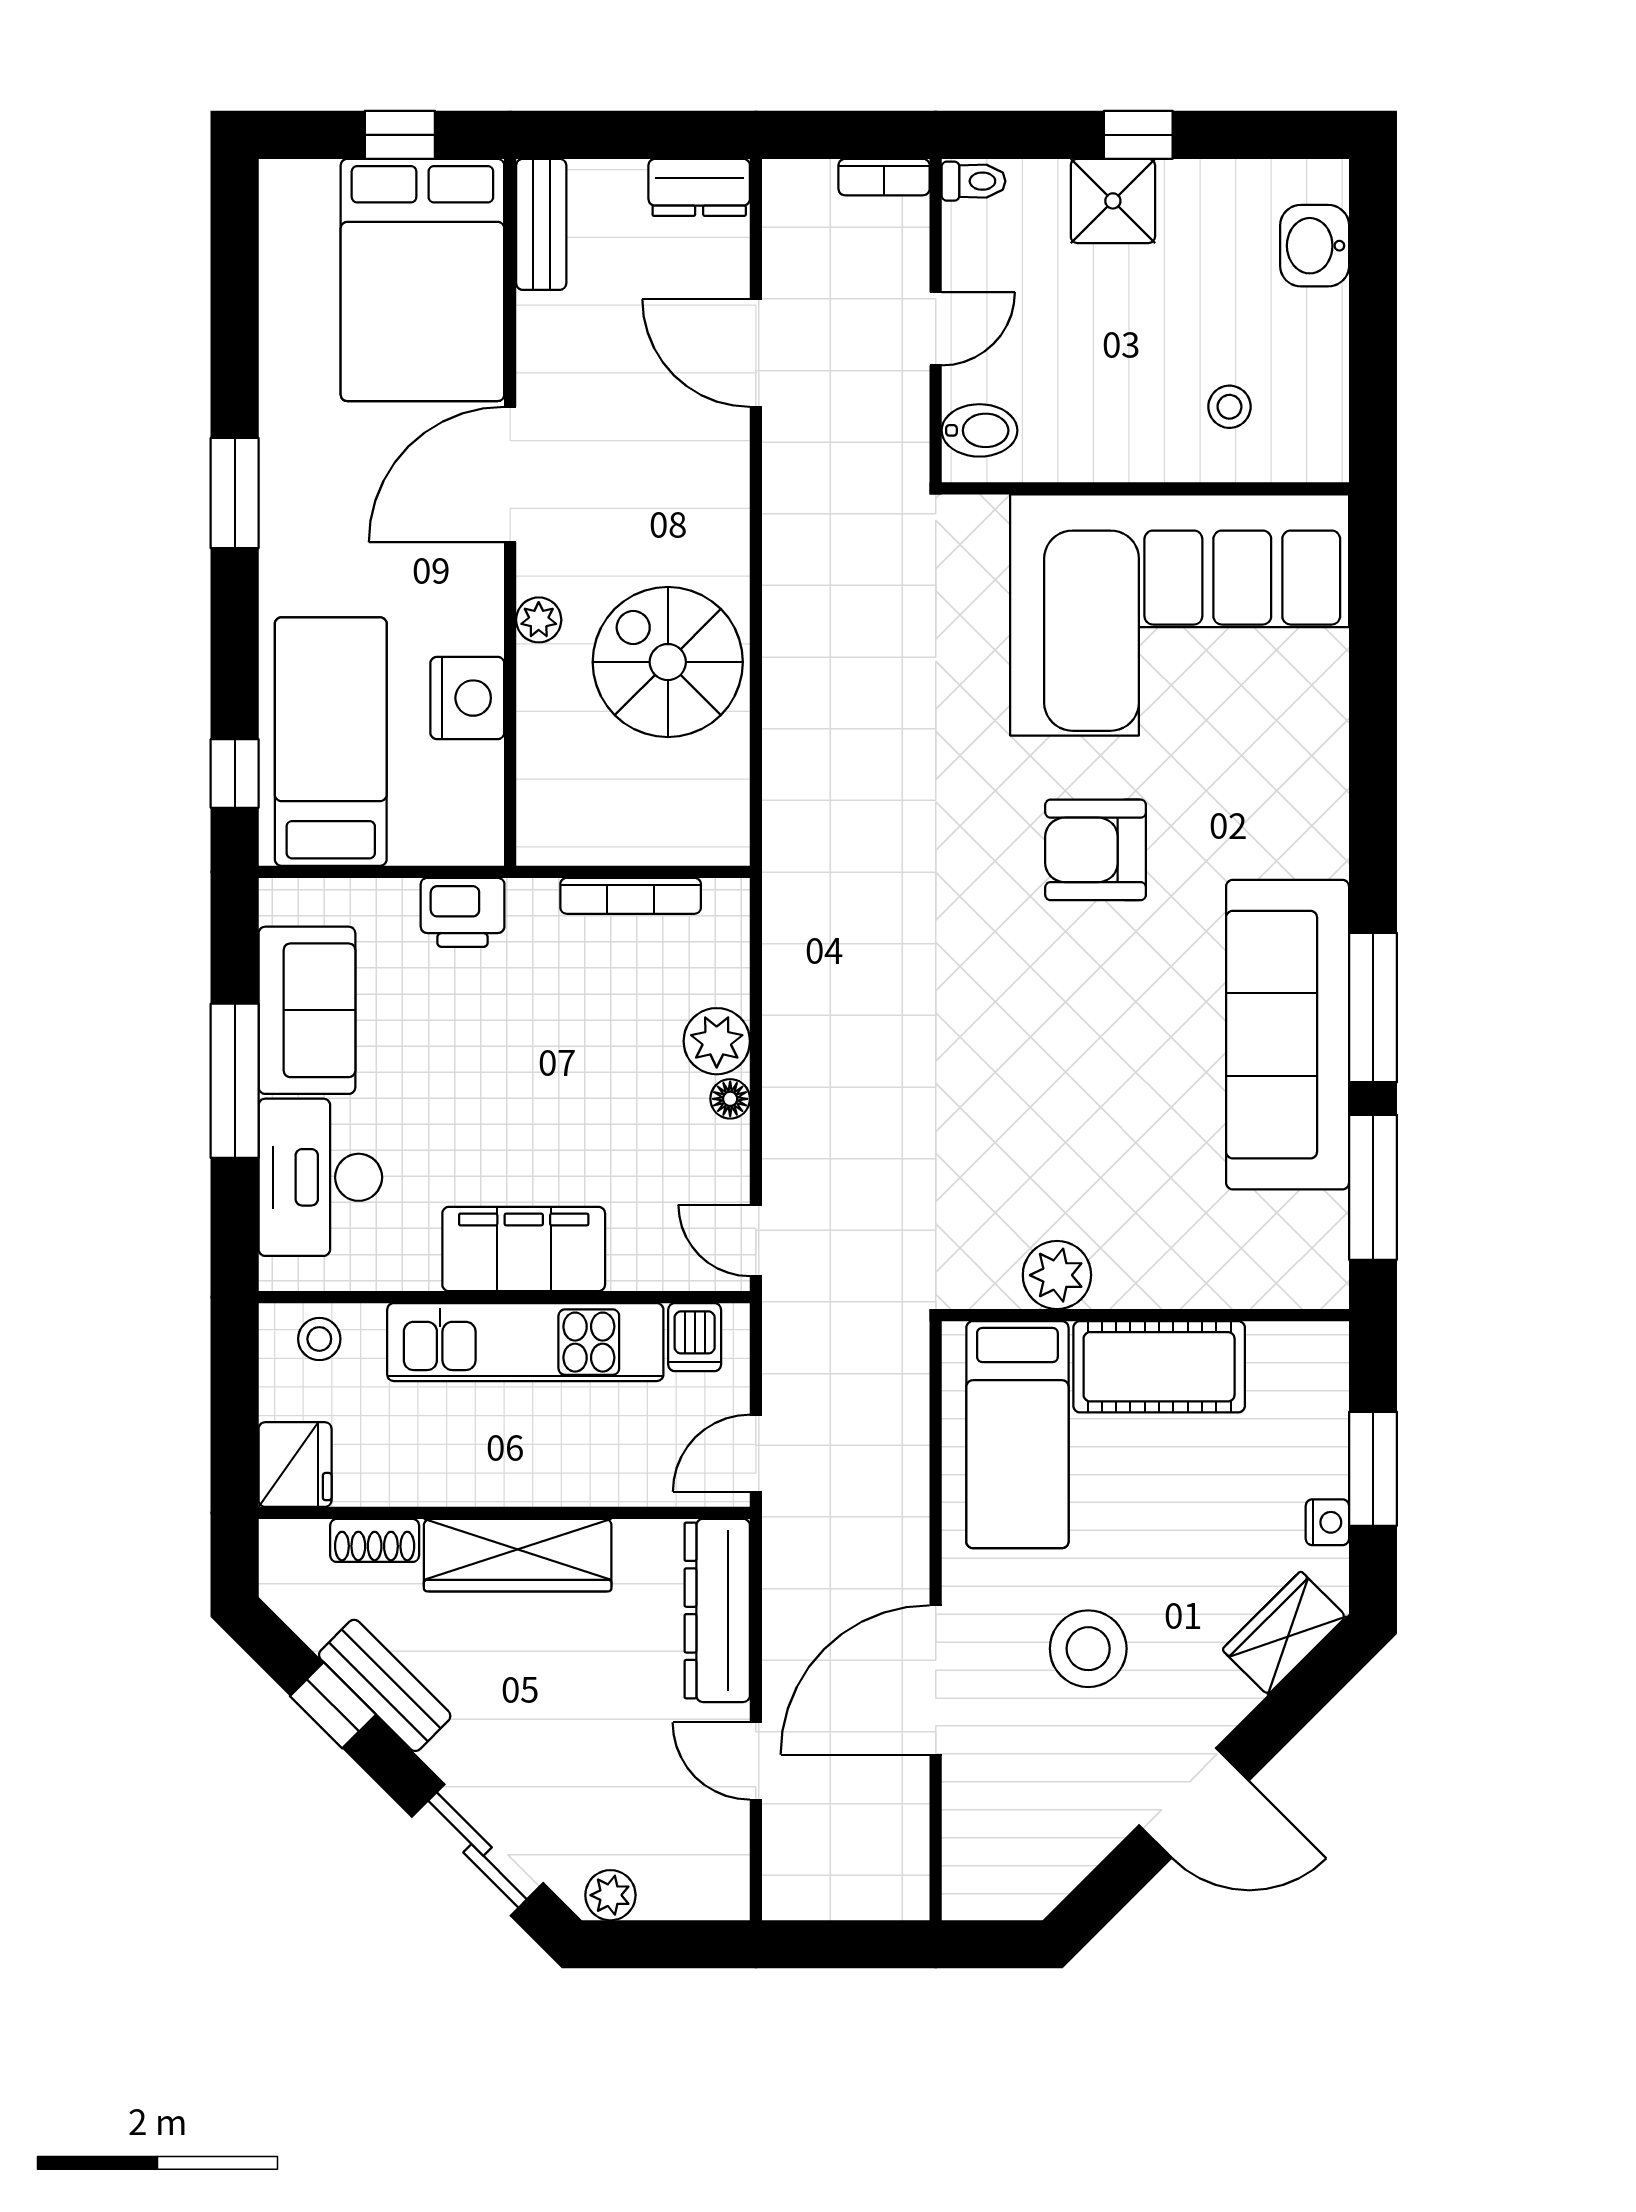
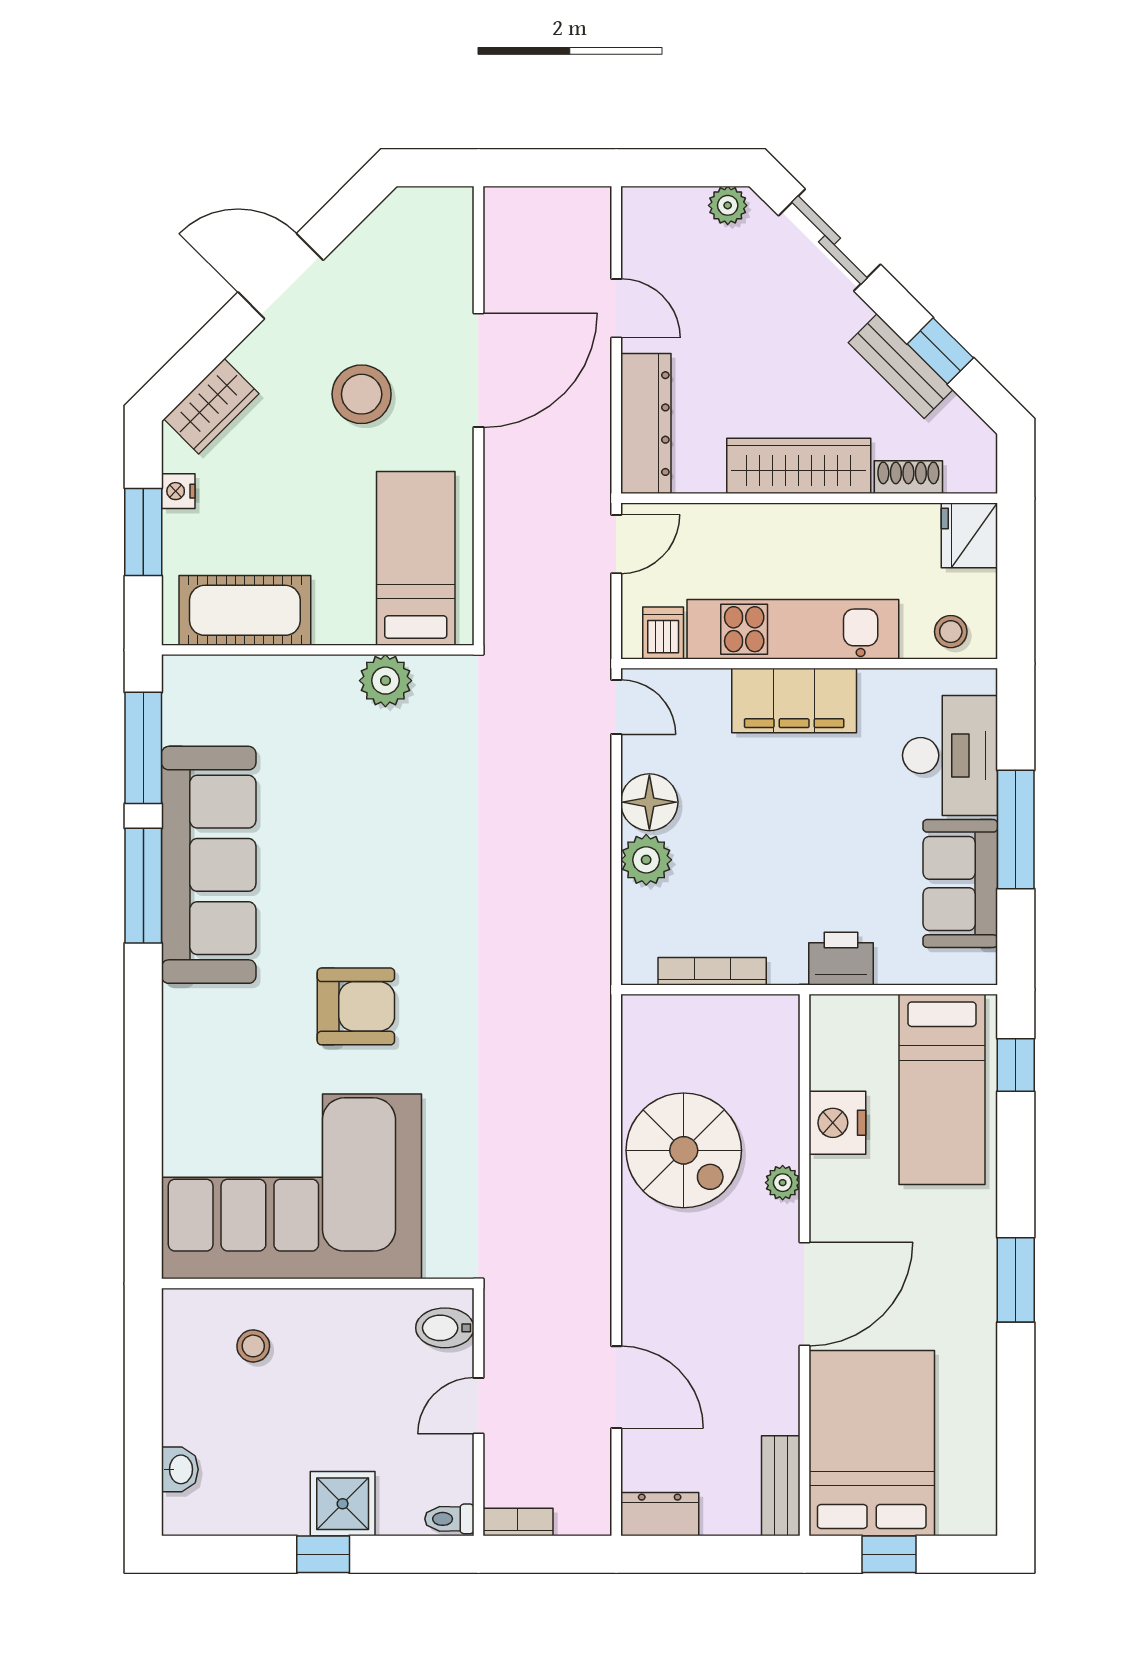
washbasin: (1315, 246) -> (180, 1469), width x0.72, depth x0.69
floor lamp: (730, 1099) -> (649, 802), width x1.89, depth x1.89
cot: (1159, 1367) -> (245, 610), moved

